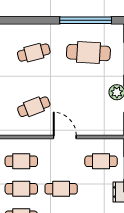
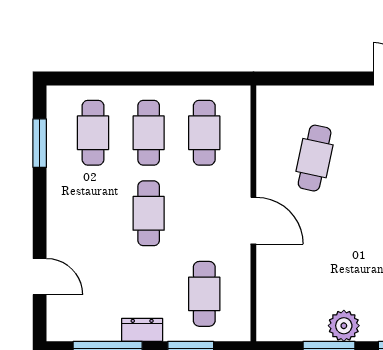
cafe table: (34, 107) -> (315, 158), turned 33
door: (65, 137) -> (253, 221), hinge flipped

